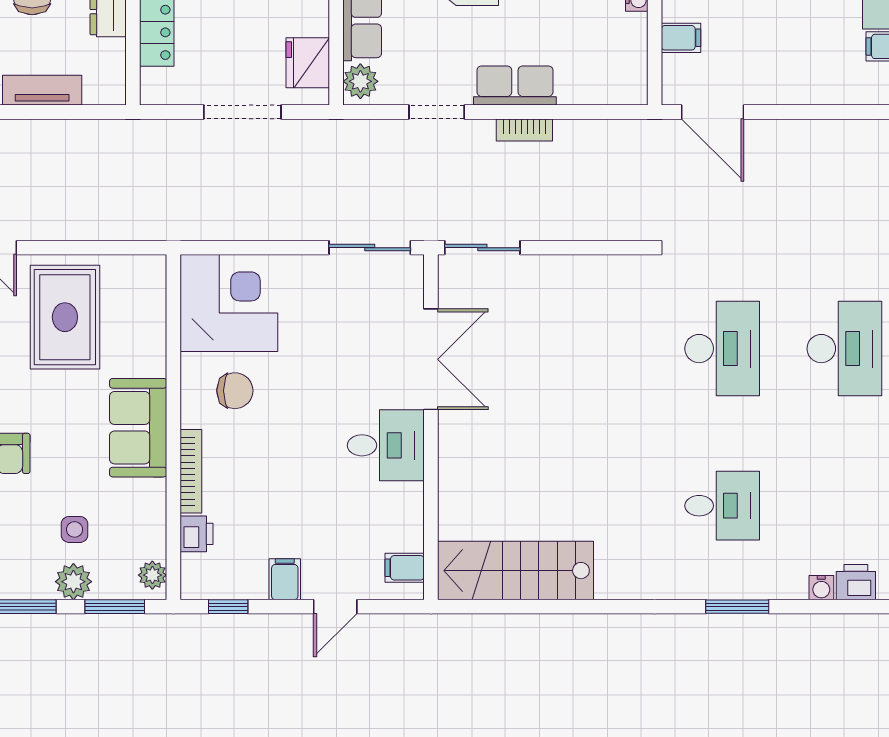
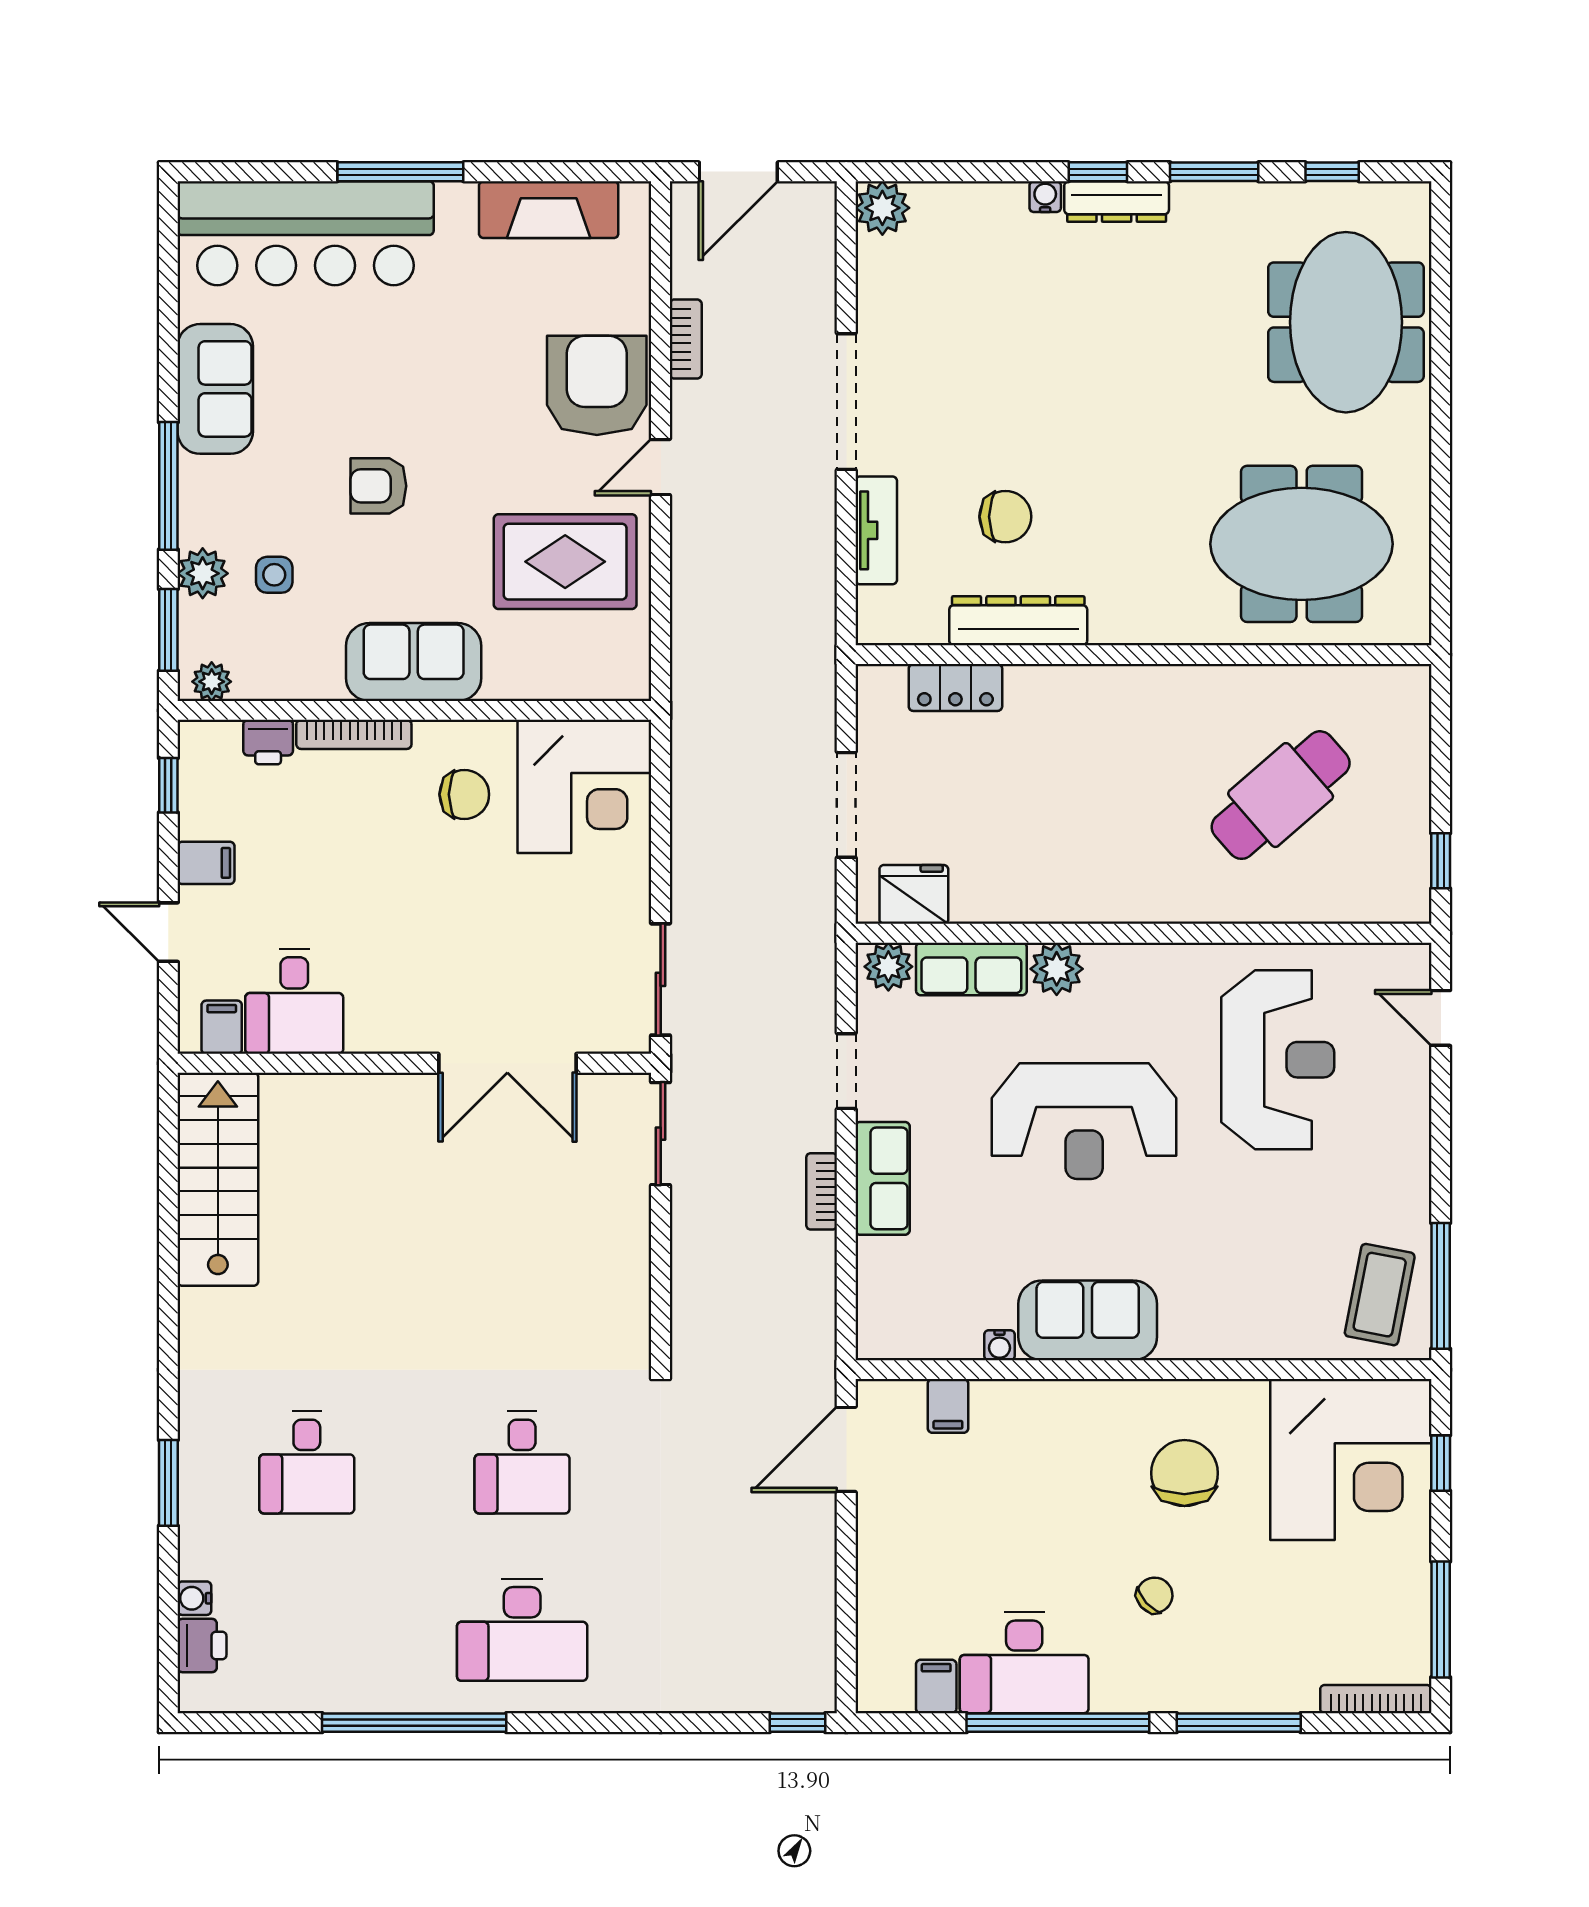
desk: (722, 349) -> (522, 1462), width x0.73
chair: (235, 391) -> (464, 794), turned -90
desk: (386, 445) -> (294, 1001), moved

